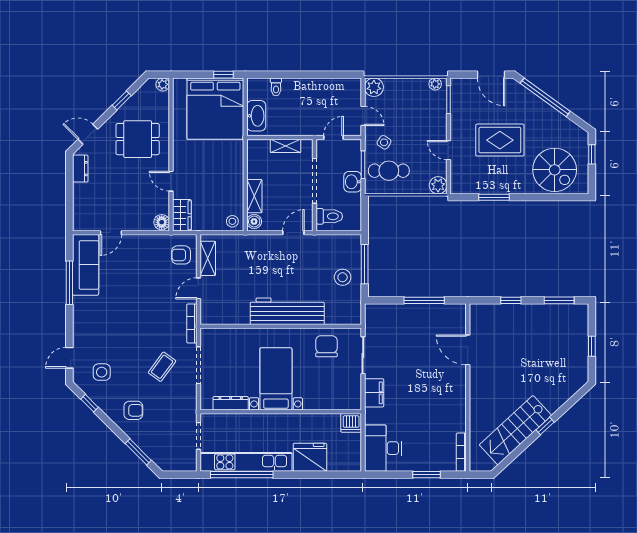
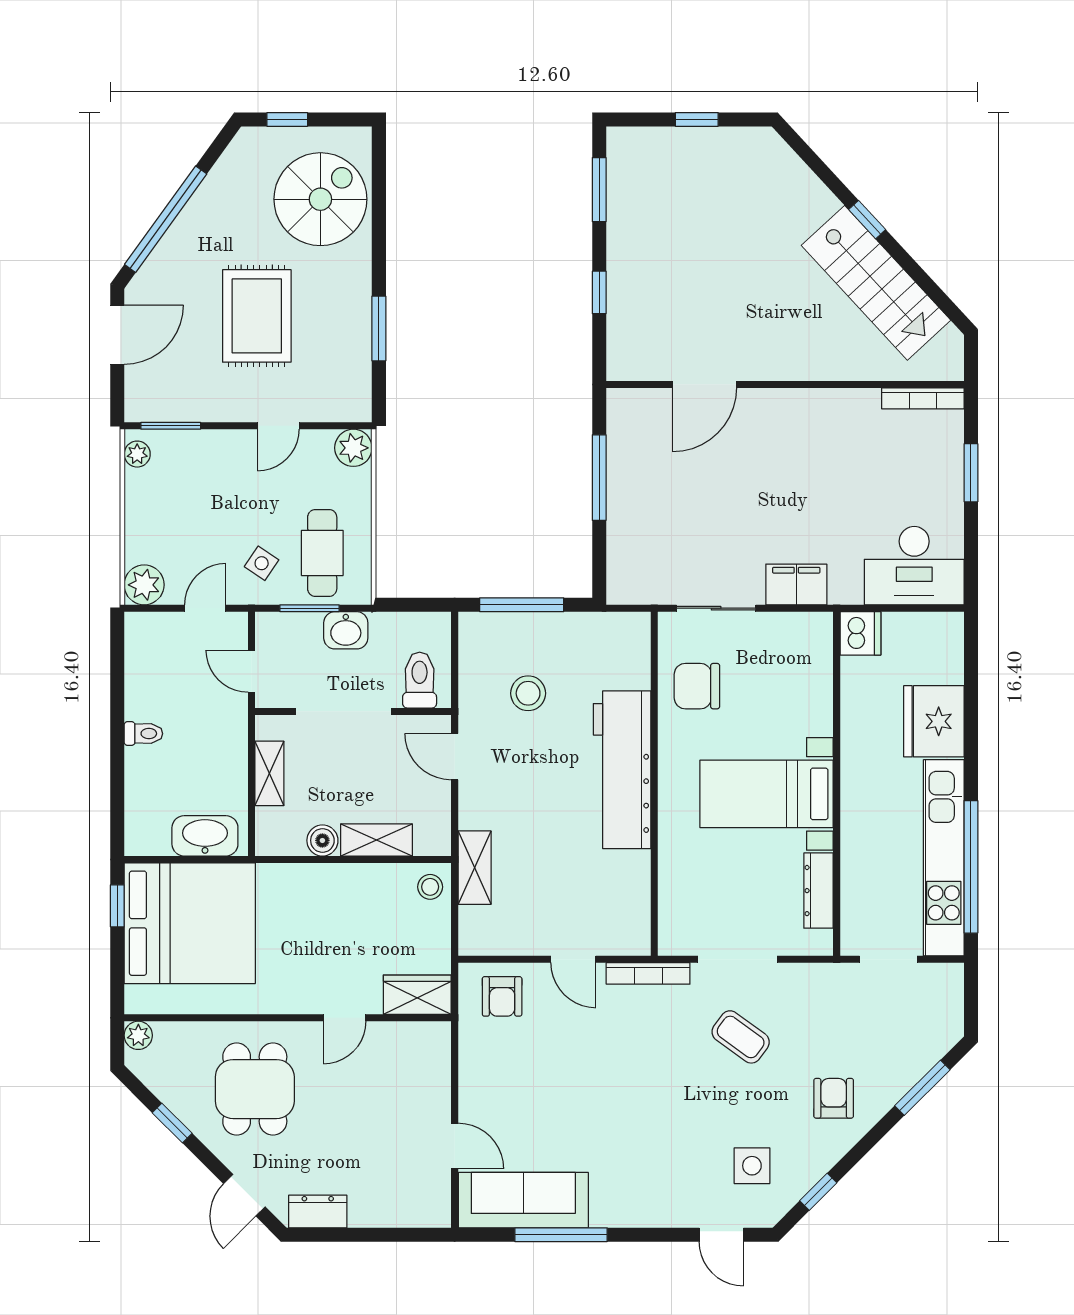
toilet: (276, 87) -> (143, 734), moved
floor lamp: (162, 222) -> (432, 1038), removed
boiler: (254, 222) -> (322, 840), moved
shelving: (208, 258) -> (475, 868), moved, turned 90
stool: (343, 277) -> (528, 693), moved

